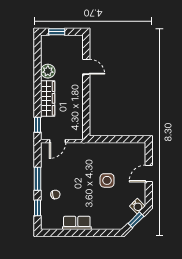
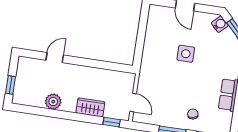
wardrobe: (48, 98) -> (90, 107), width x0.67

